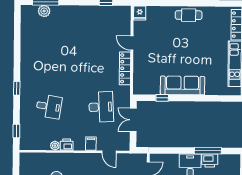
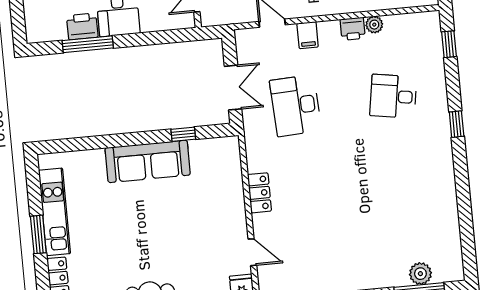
door: (132, 43) -> (252, 252), moved
locker: (125, 68) -> (259, 193), width x0.66

